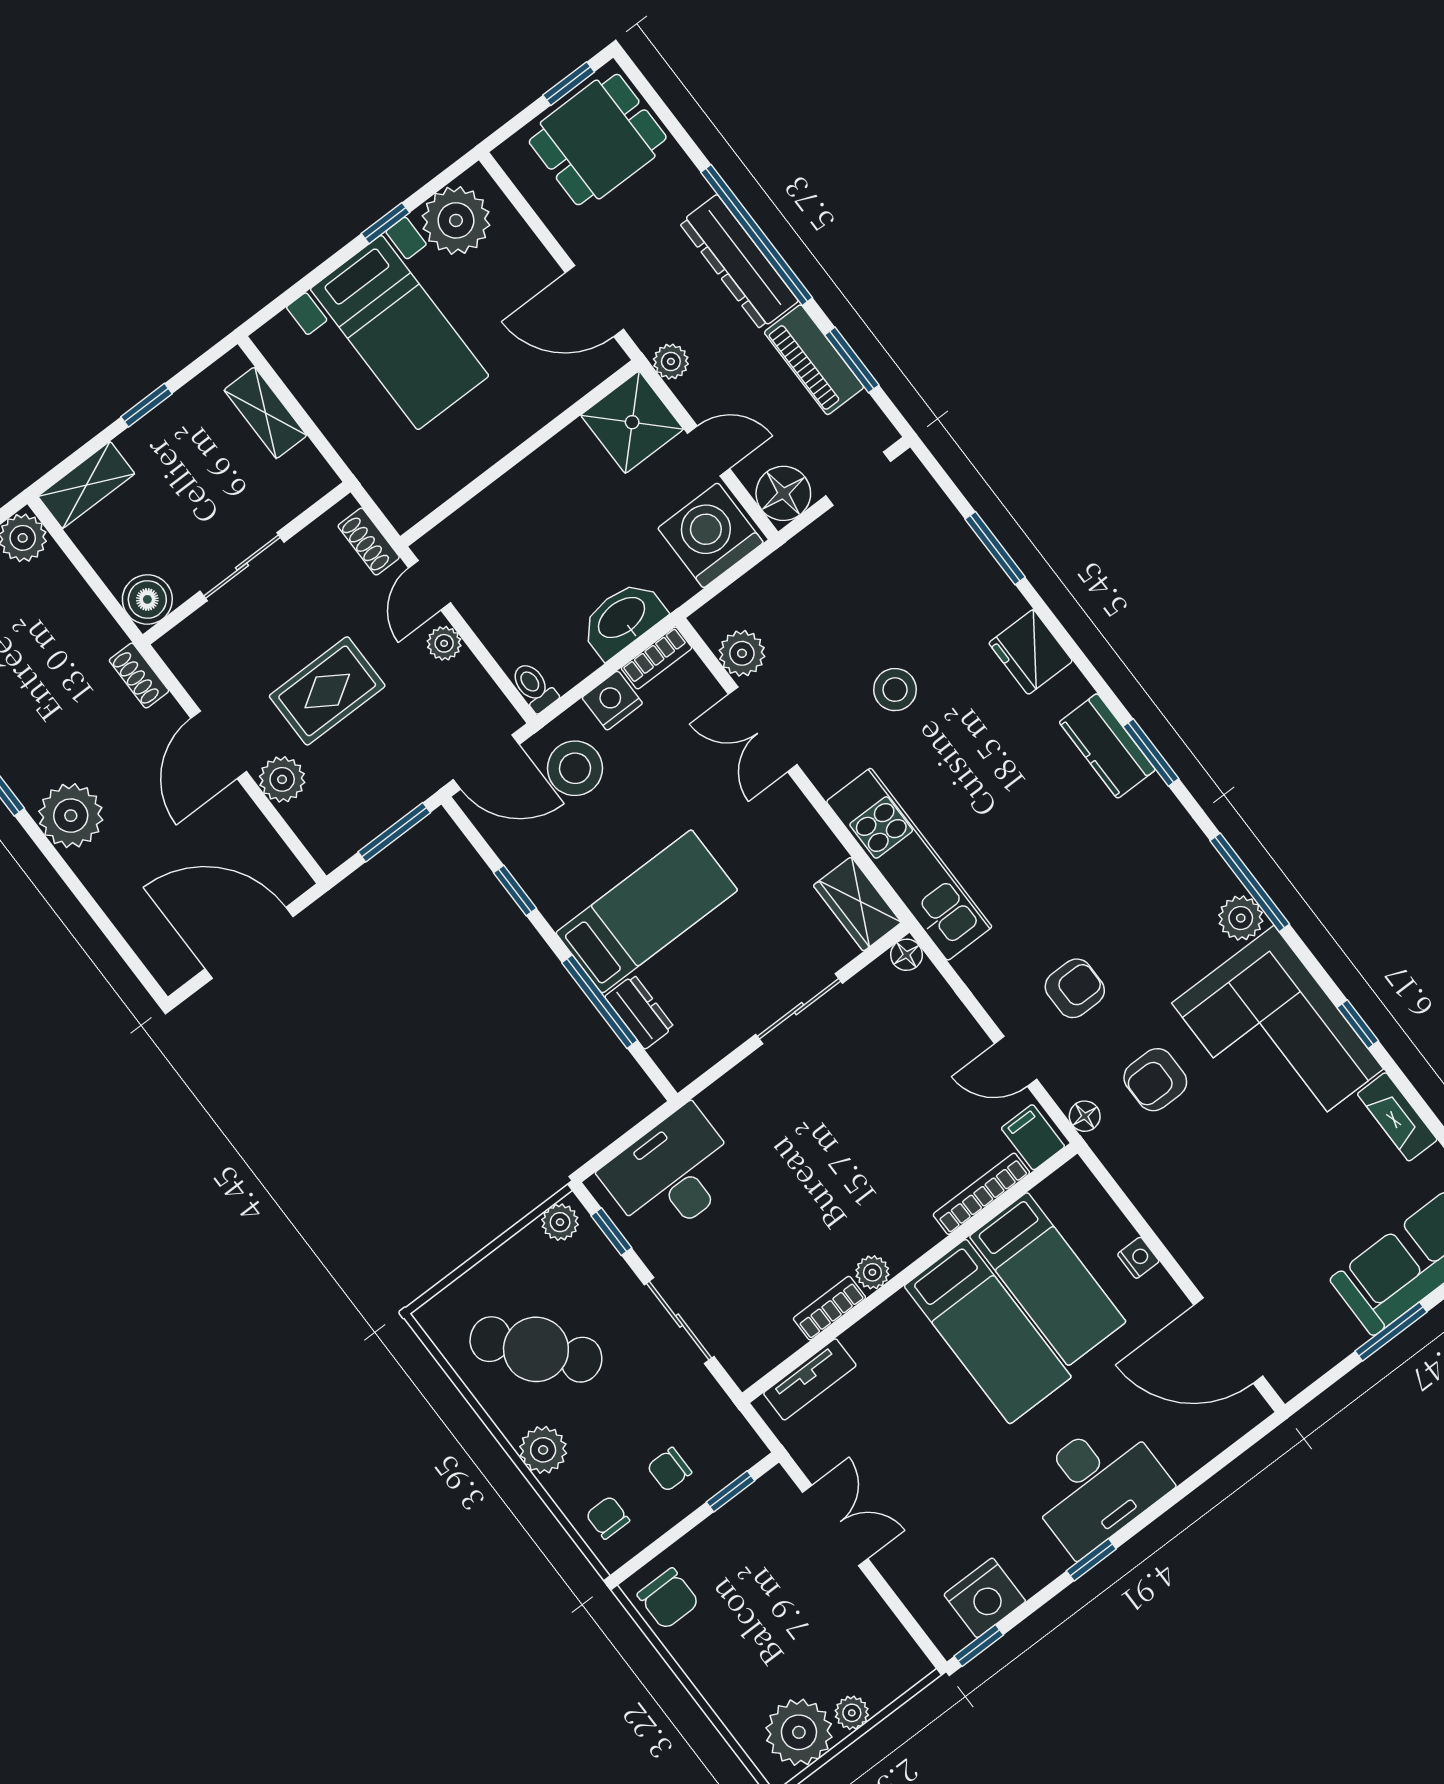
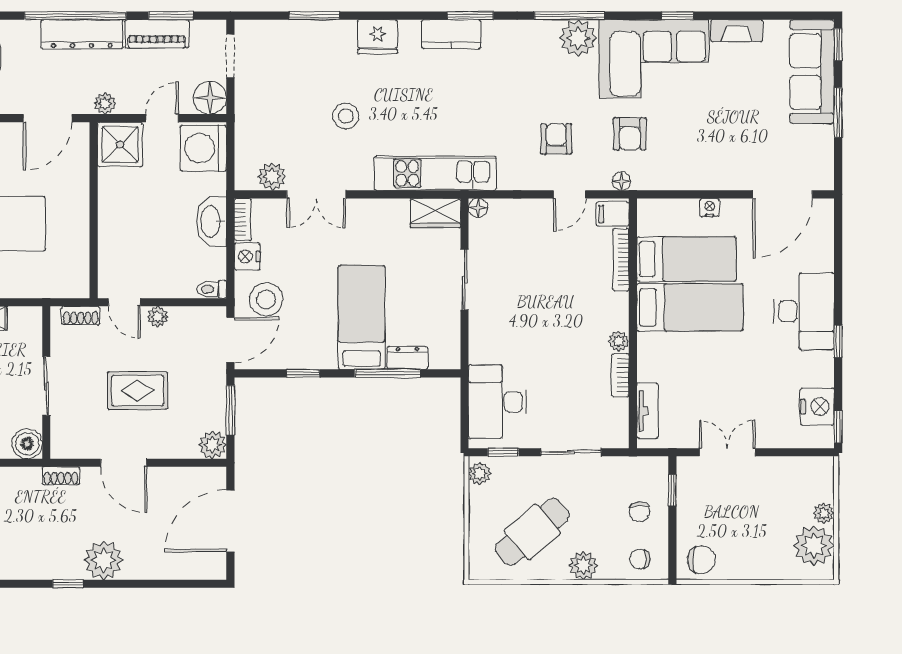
rug: (327, 691) -> (138, 391), turned 90
plant: (282, 779) -> (213, 445), moved
plant: (1241, 918) -> (578, 38), width x1.36, depth x1.36

